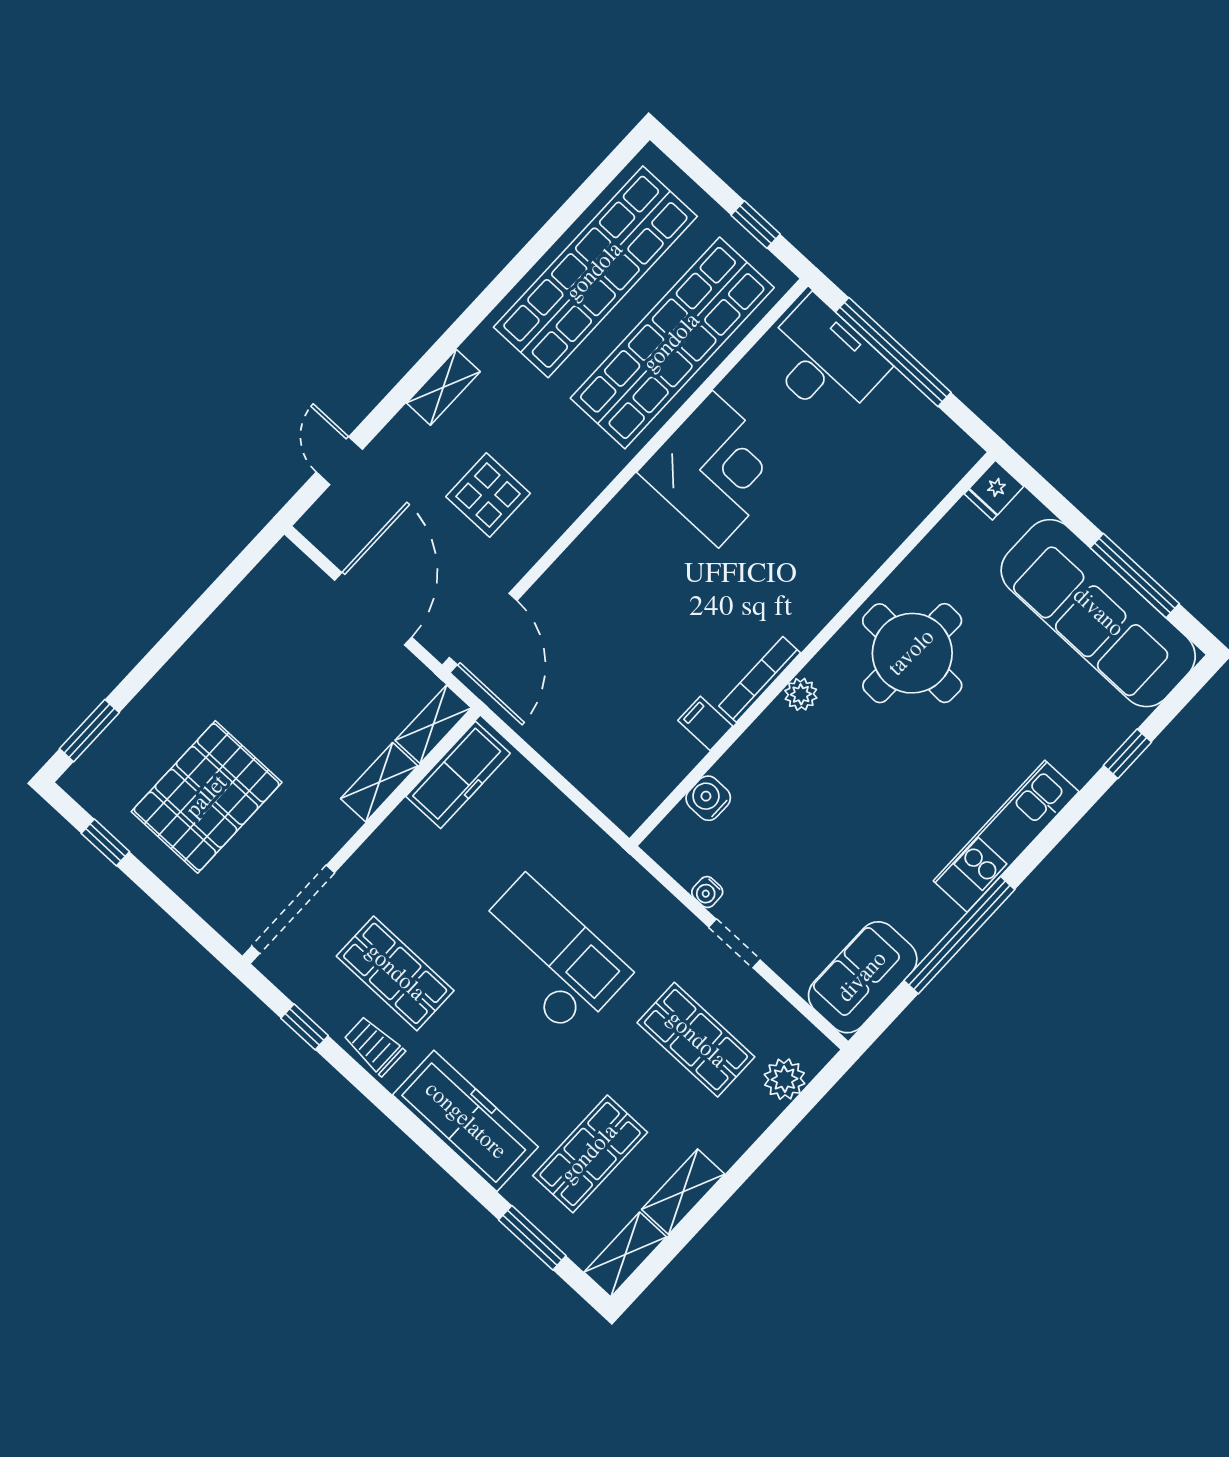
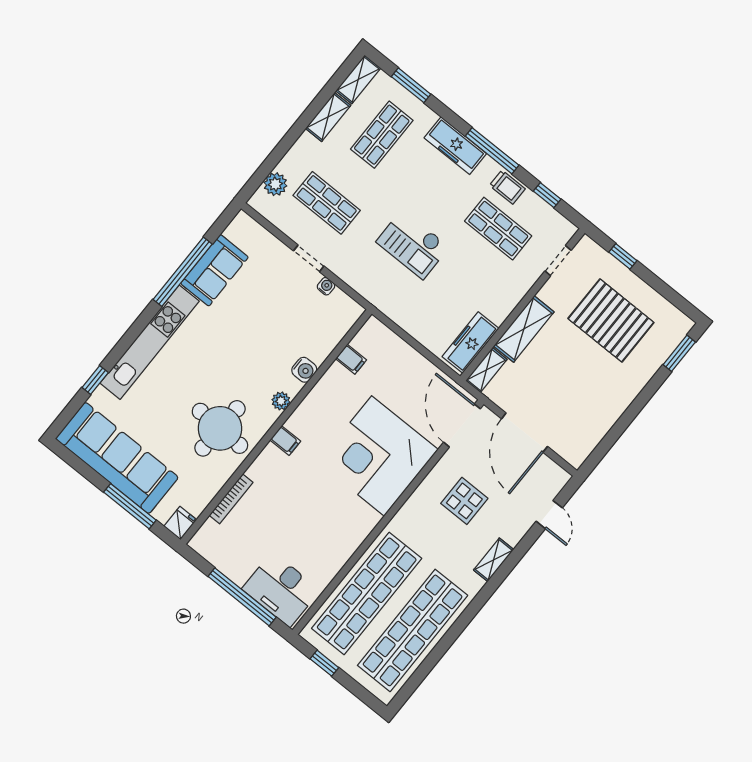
corner desk: (715, 469) -> (378, 456), moved, width x1.36, depth x1.36
window: (1135, 576) -> (130, 506), moved
filing cabinet: (798, 624) -> (285, 441), added
bookcase: (760, 679) -> (231, 499), moved
filing cabinet: (705, 723) -> (351, 359), moved
shelving: (379, 782) -> (524, 329), width x1.50, depth x1.33
pallet: (207, 797) -> (611, 321), turned 90
water cooler: (708, 798) -> (304, 370), moved
kitchen unit: (1006, 836) -> (150, 342), width x1.36
window: (105, 842) -> (623, 256), moved
doorway: (293, 909) -> (558, 261), width x0.53
checkout: (549, 956) -> (413, 244), width x0.73, depth x0.83
sofa: (863, 977) -> (214, 270), moved
window: (397, 1112) -> (492, 151), added
freezer: (465, 1121) -> (455, 146), width x0.73, depth x0.79

